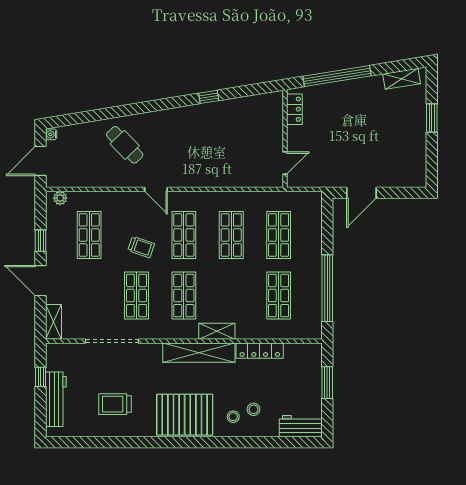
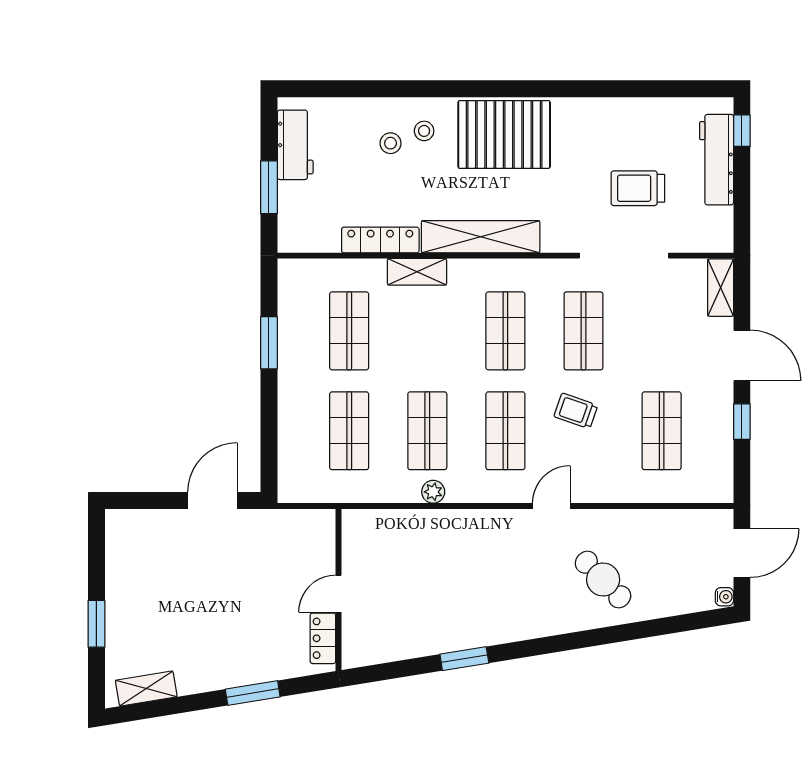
window: (337, 76) -> (253, 693), width x0.47
window: (209, 97) -> (464, 659), width x1.50
door: (285, 163) -> (338, 594), moved
door: (156, 189) -> (551, 506), hinge flipped
plant: (60, 198) -> (433, 492), moved
window: (327, 288) -> (269, 343), width x0.47
shelving: (217, 331) -> (417, 272), moved
window: (41, 377) -> (742, 131), moved
trolley: (115, 404) -> (638, 188), moved, turned 180
workbench: (300, 426) -> (295, 145), moved, turned -90

